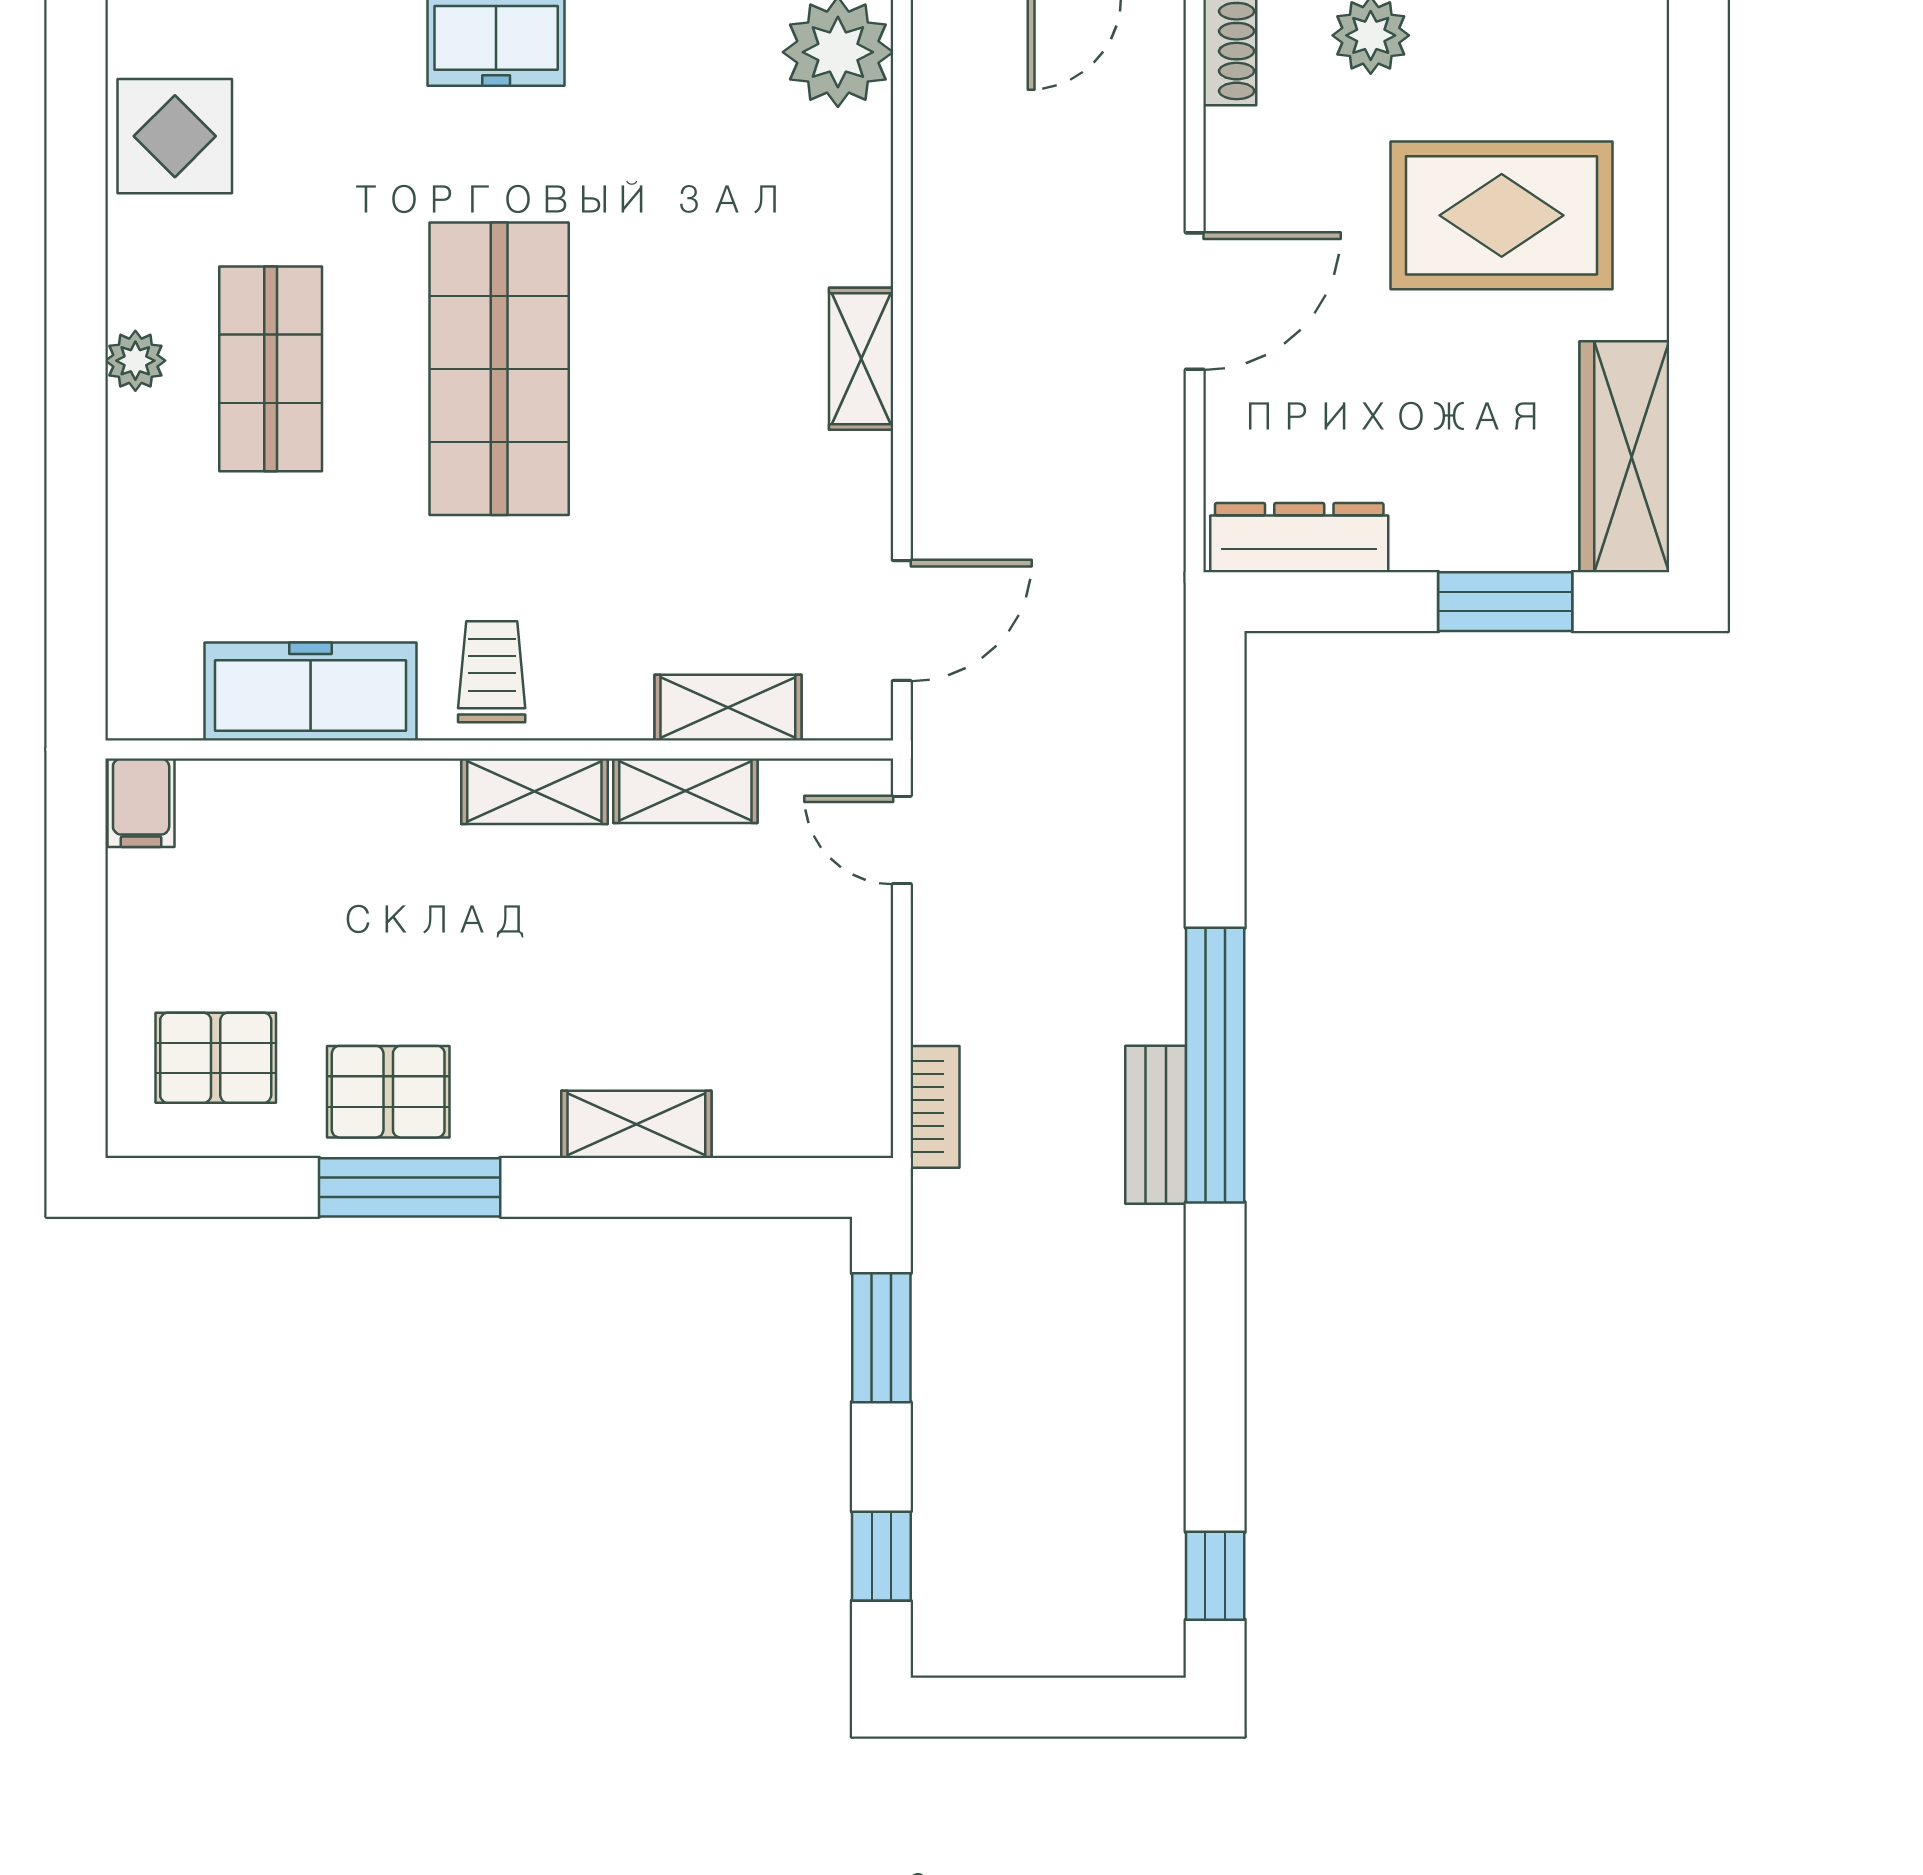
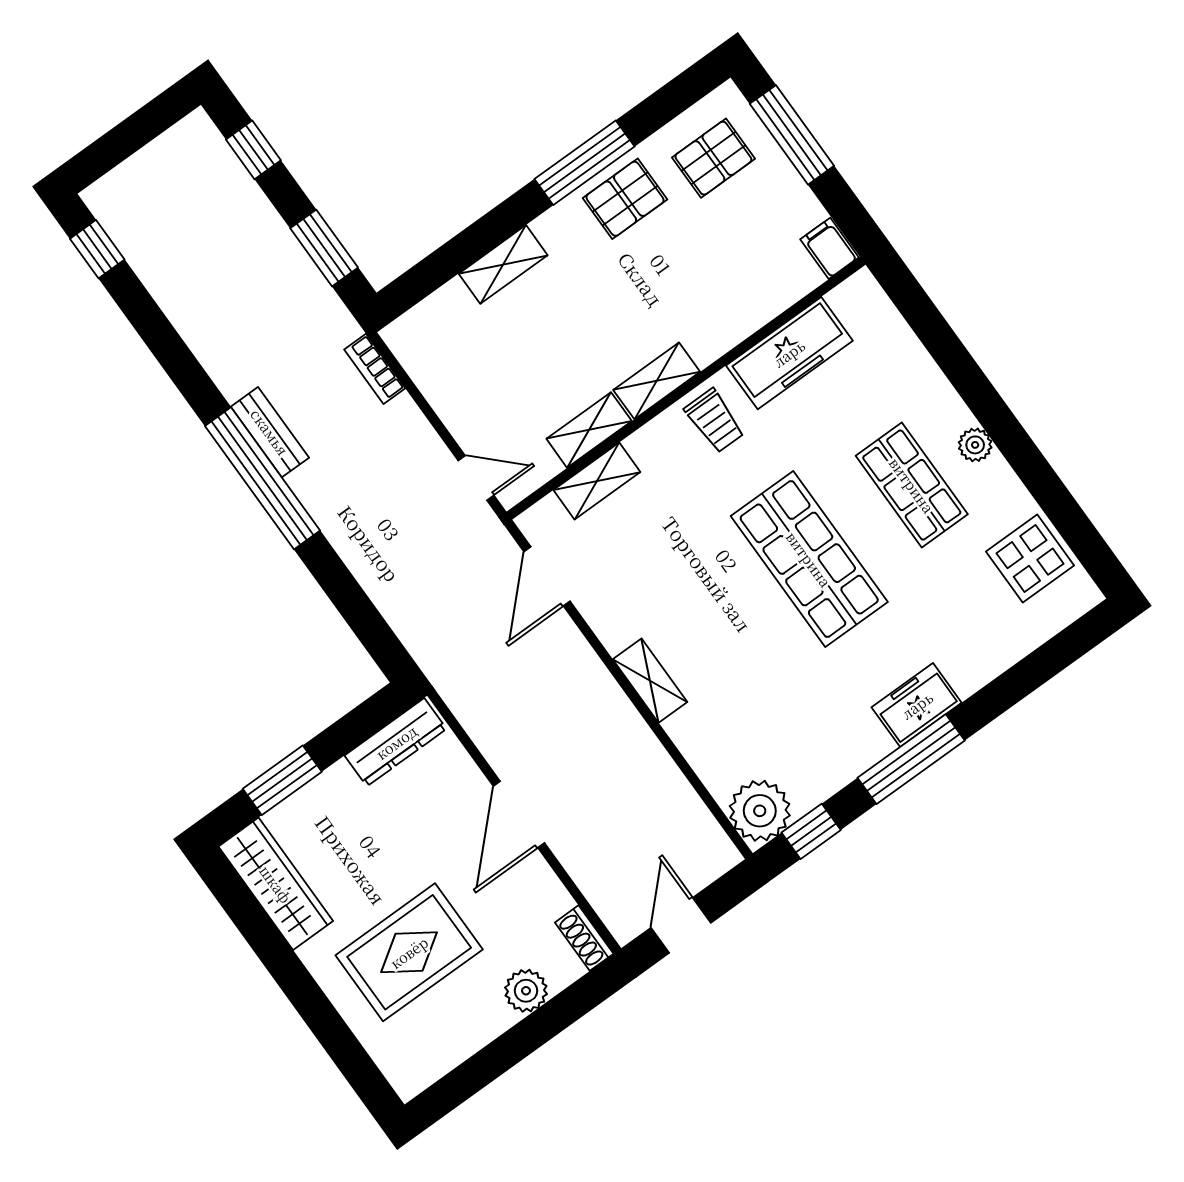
window: (76, 1009) -> (792, 135), added

